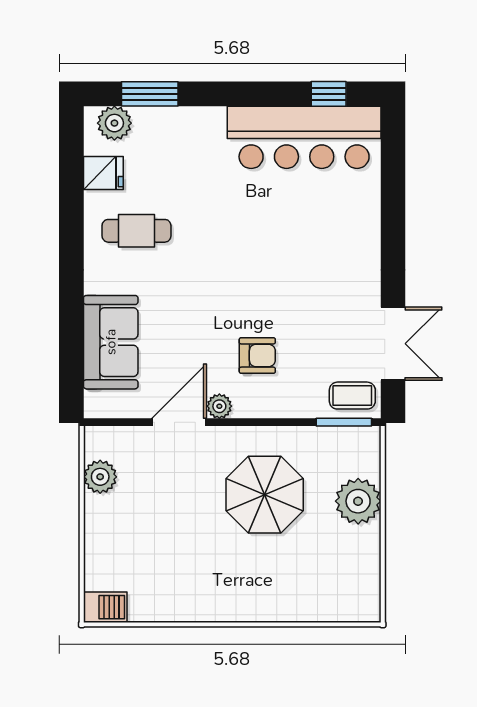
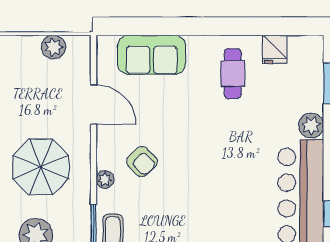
plant: (114, 123) -> (311, 126), moved
armchair: (257, 356) -> (142, 162), turned -44
plant: (219, 406) -> (105, 180), moved

